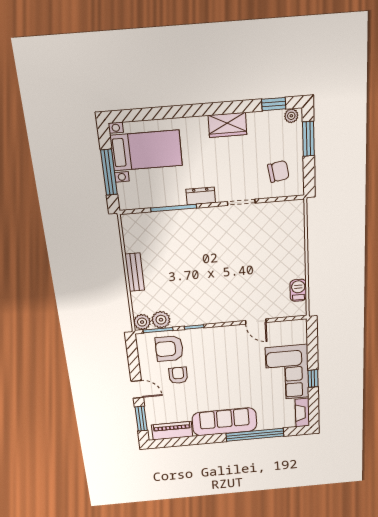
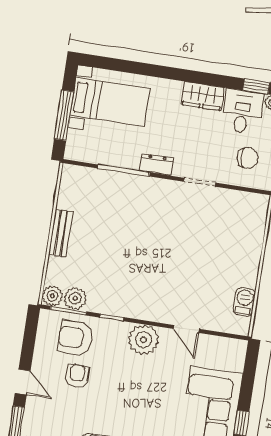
desk: (266, 131) -> (242, 112), added
plant: (224, 337) -> (144, 340), added

